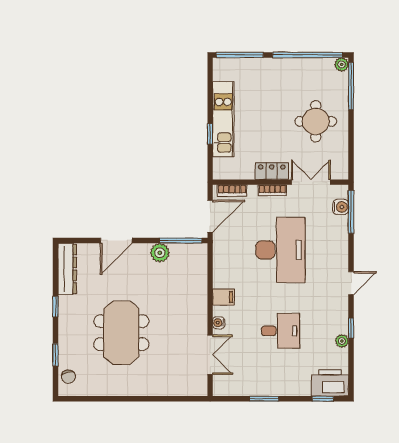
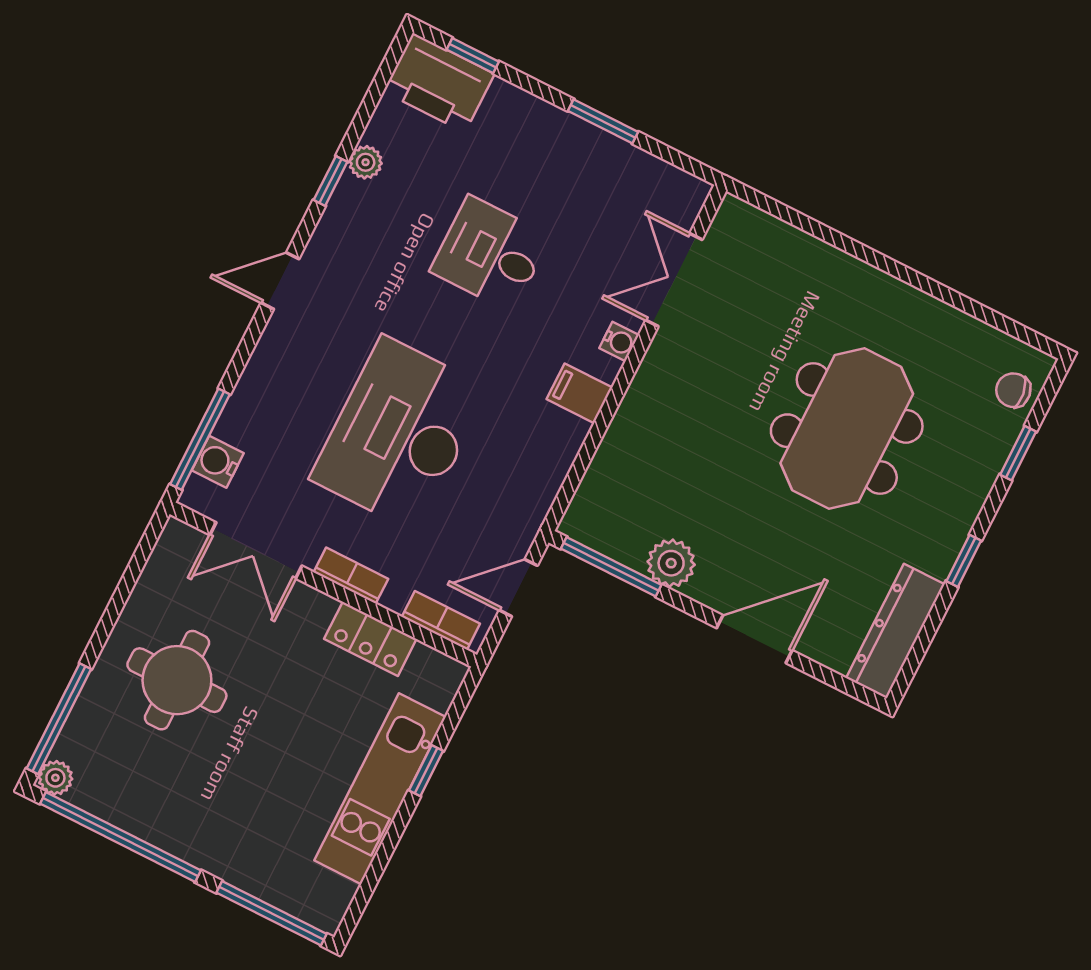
locker: (272, 171) -> (370, 639), moved
door: (210, 216) -> (518, 588), width x0.73
chair: (69, 377) -> (1013, 390), turned -85

